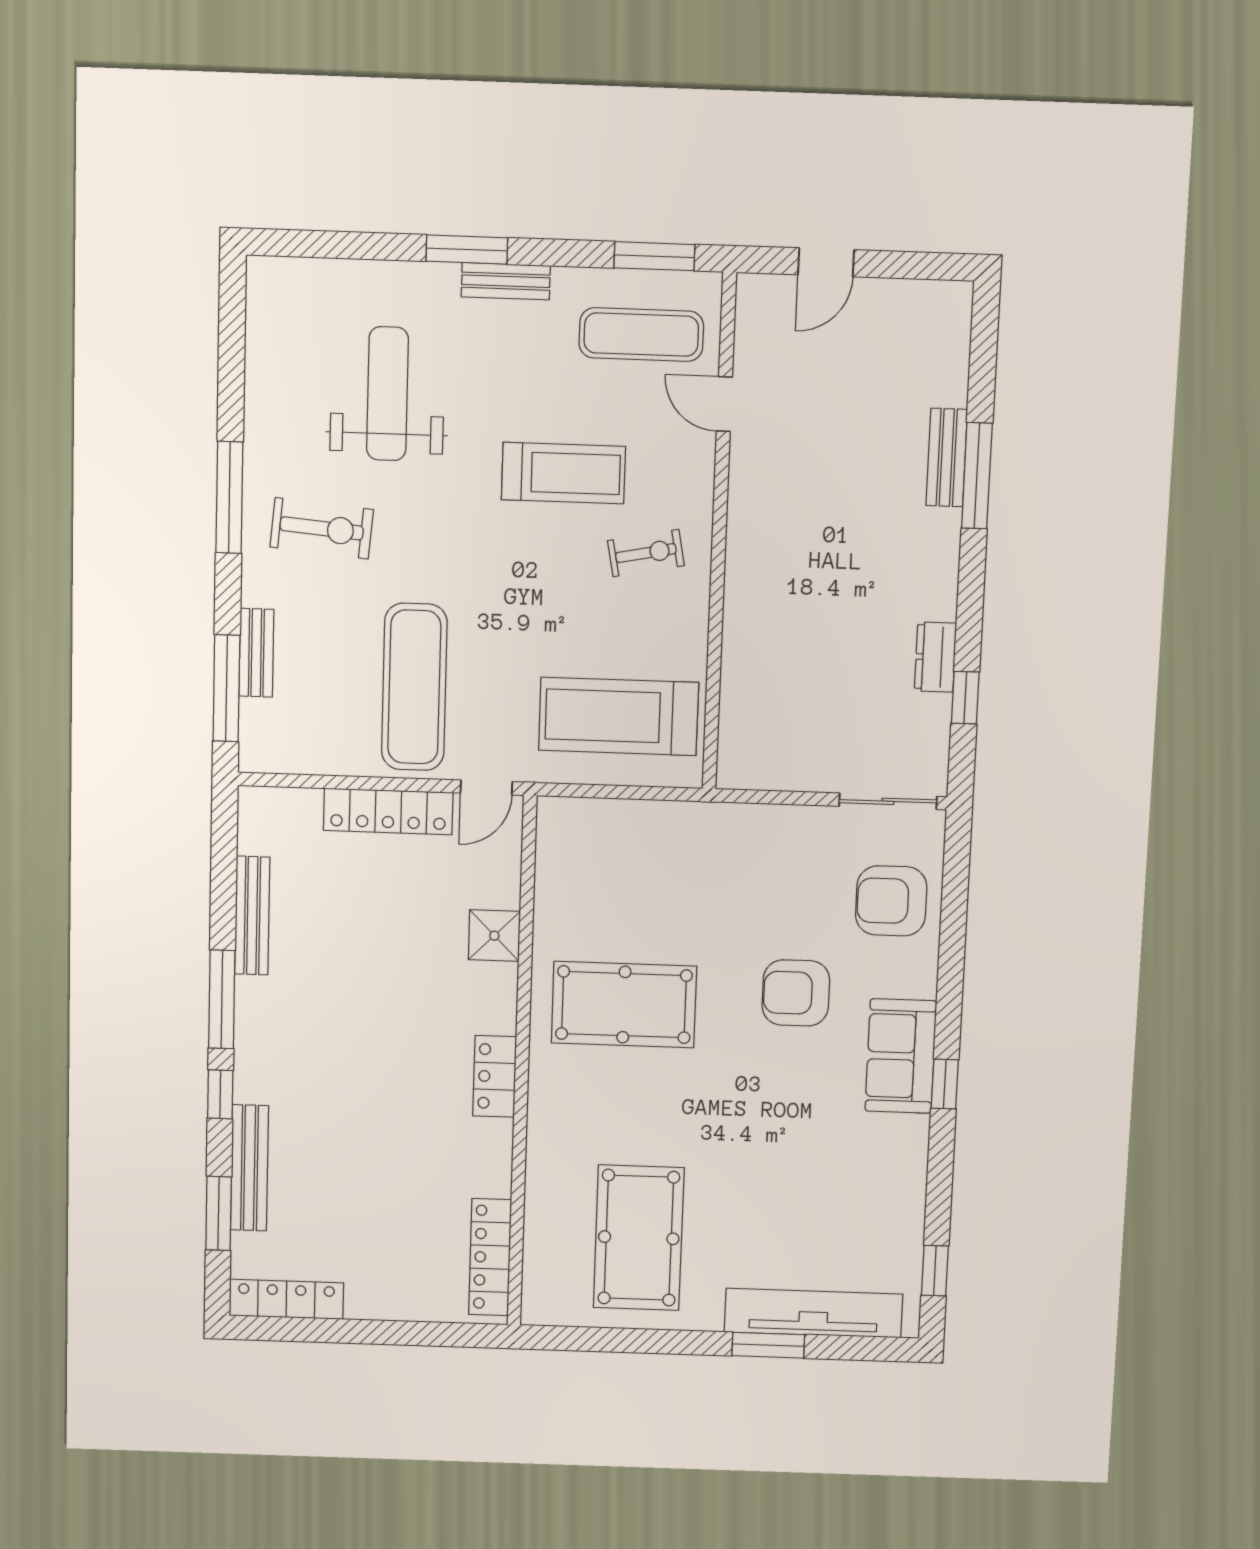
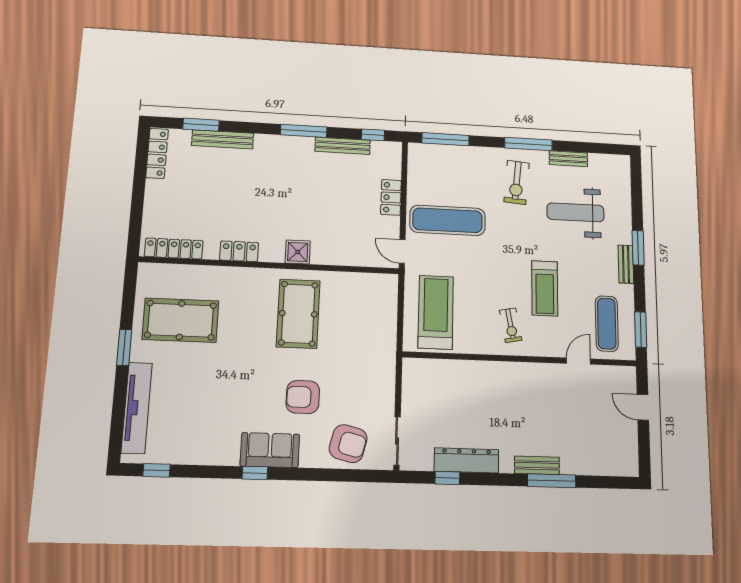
weight bench: (387, 394) -> (576, 212), turned 180
bench: (947, 458) -> (537, 465), moved
bench: (256, 653) -> (568, 159), moved
dresser: (935, 657) -> (466, 460), width x1.96, depth x1.24
locker: (388, 811) -> (391, 197), width x0.66
armchair: (891, 901) -> (348, 444), turned 104
shower: (494, 936) -> (298, 252), moved
armchair: (796, 993) -> (303, 397), turned -90
locker: (495, 1076) -> (239, 251), moved
window: (220, 1094) -> (373, 135), moved
window: (768, 1345) -> (124, 347), moved

